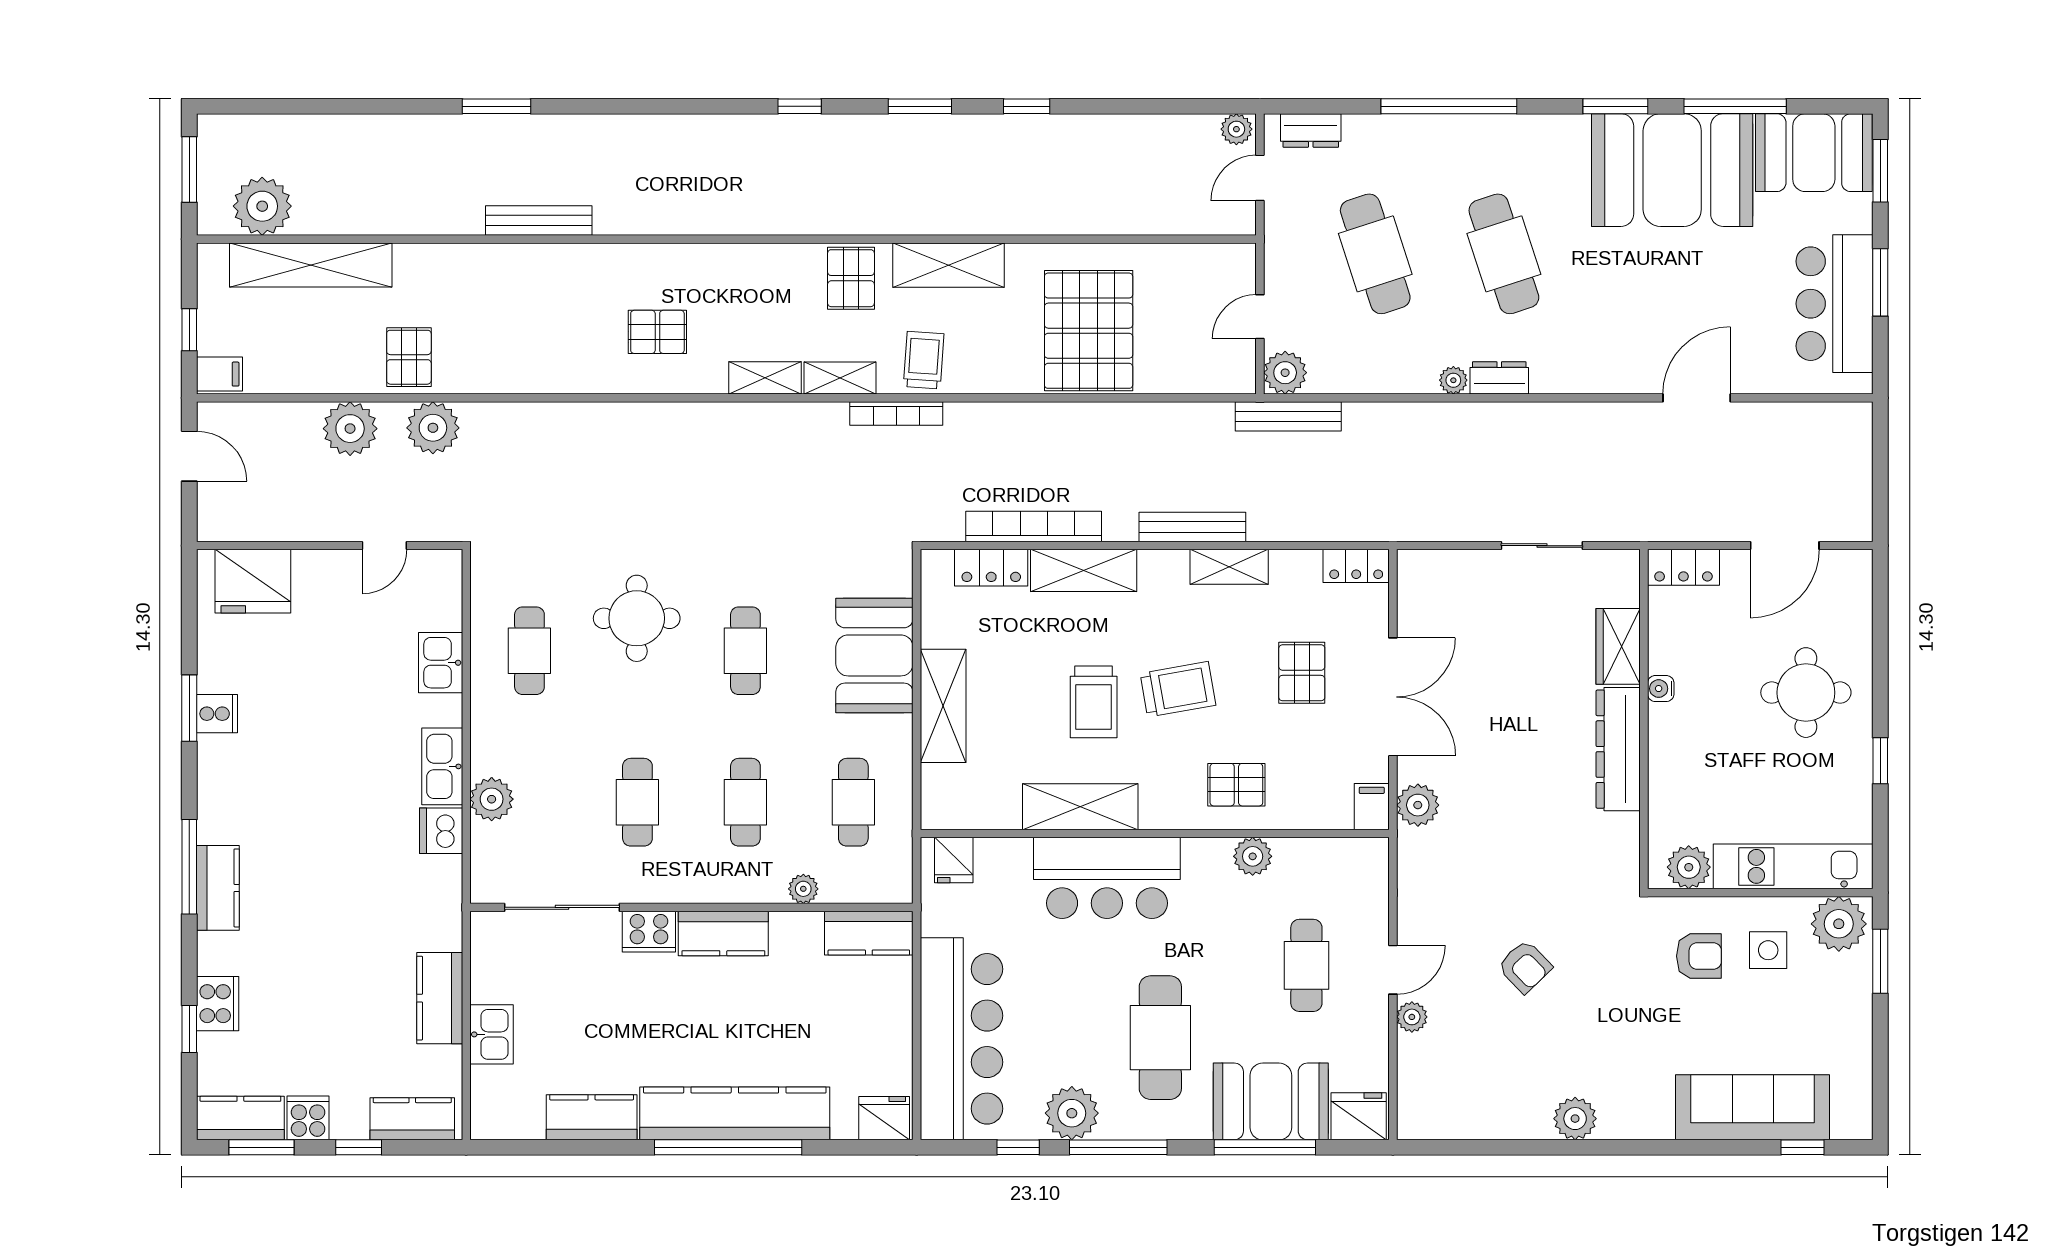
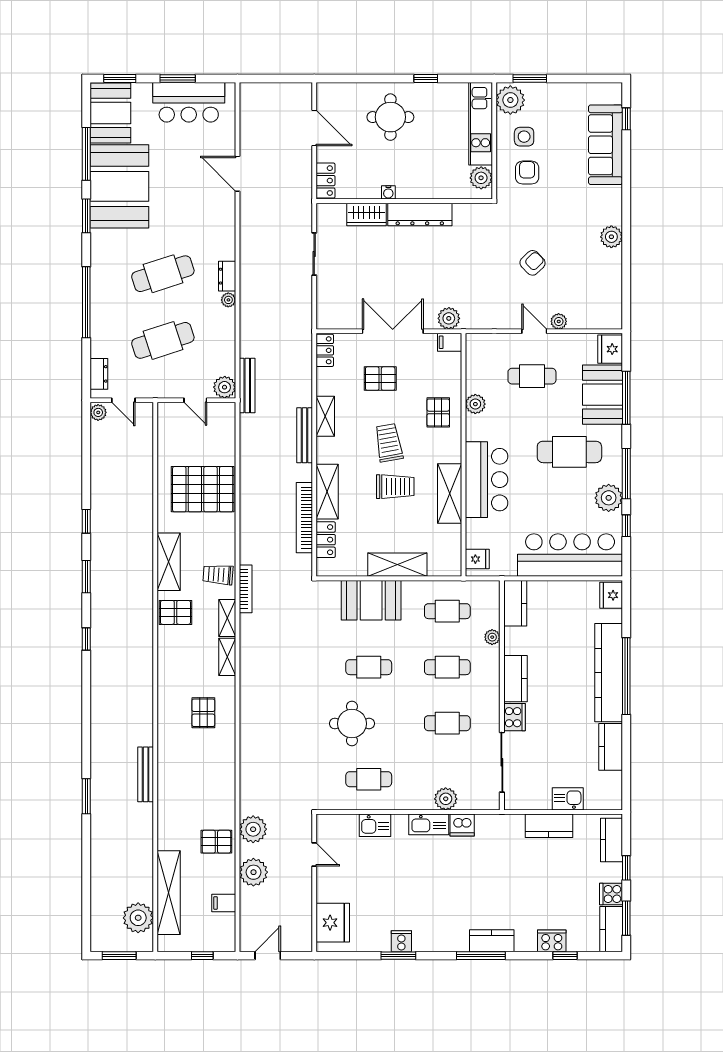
filing cabinet: (220, 374) -> (224, 903), moved, turned -90

